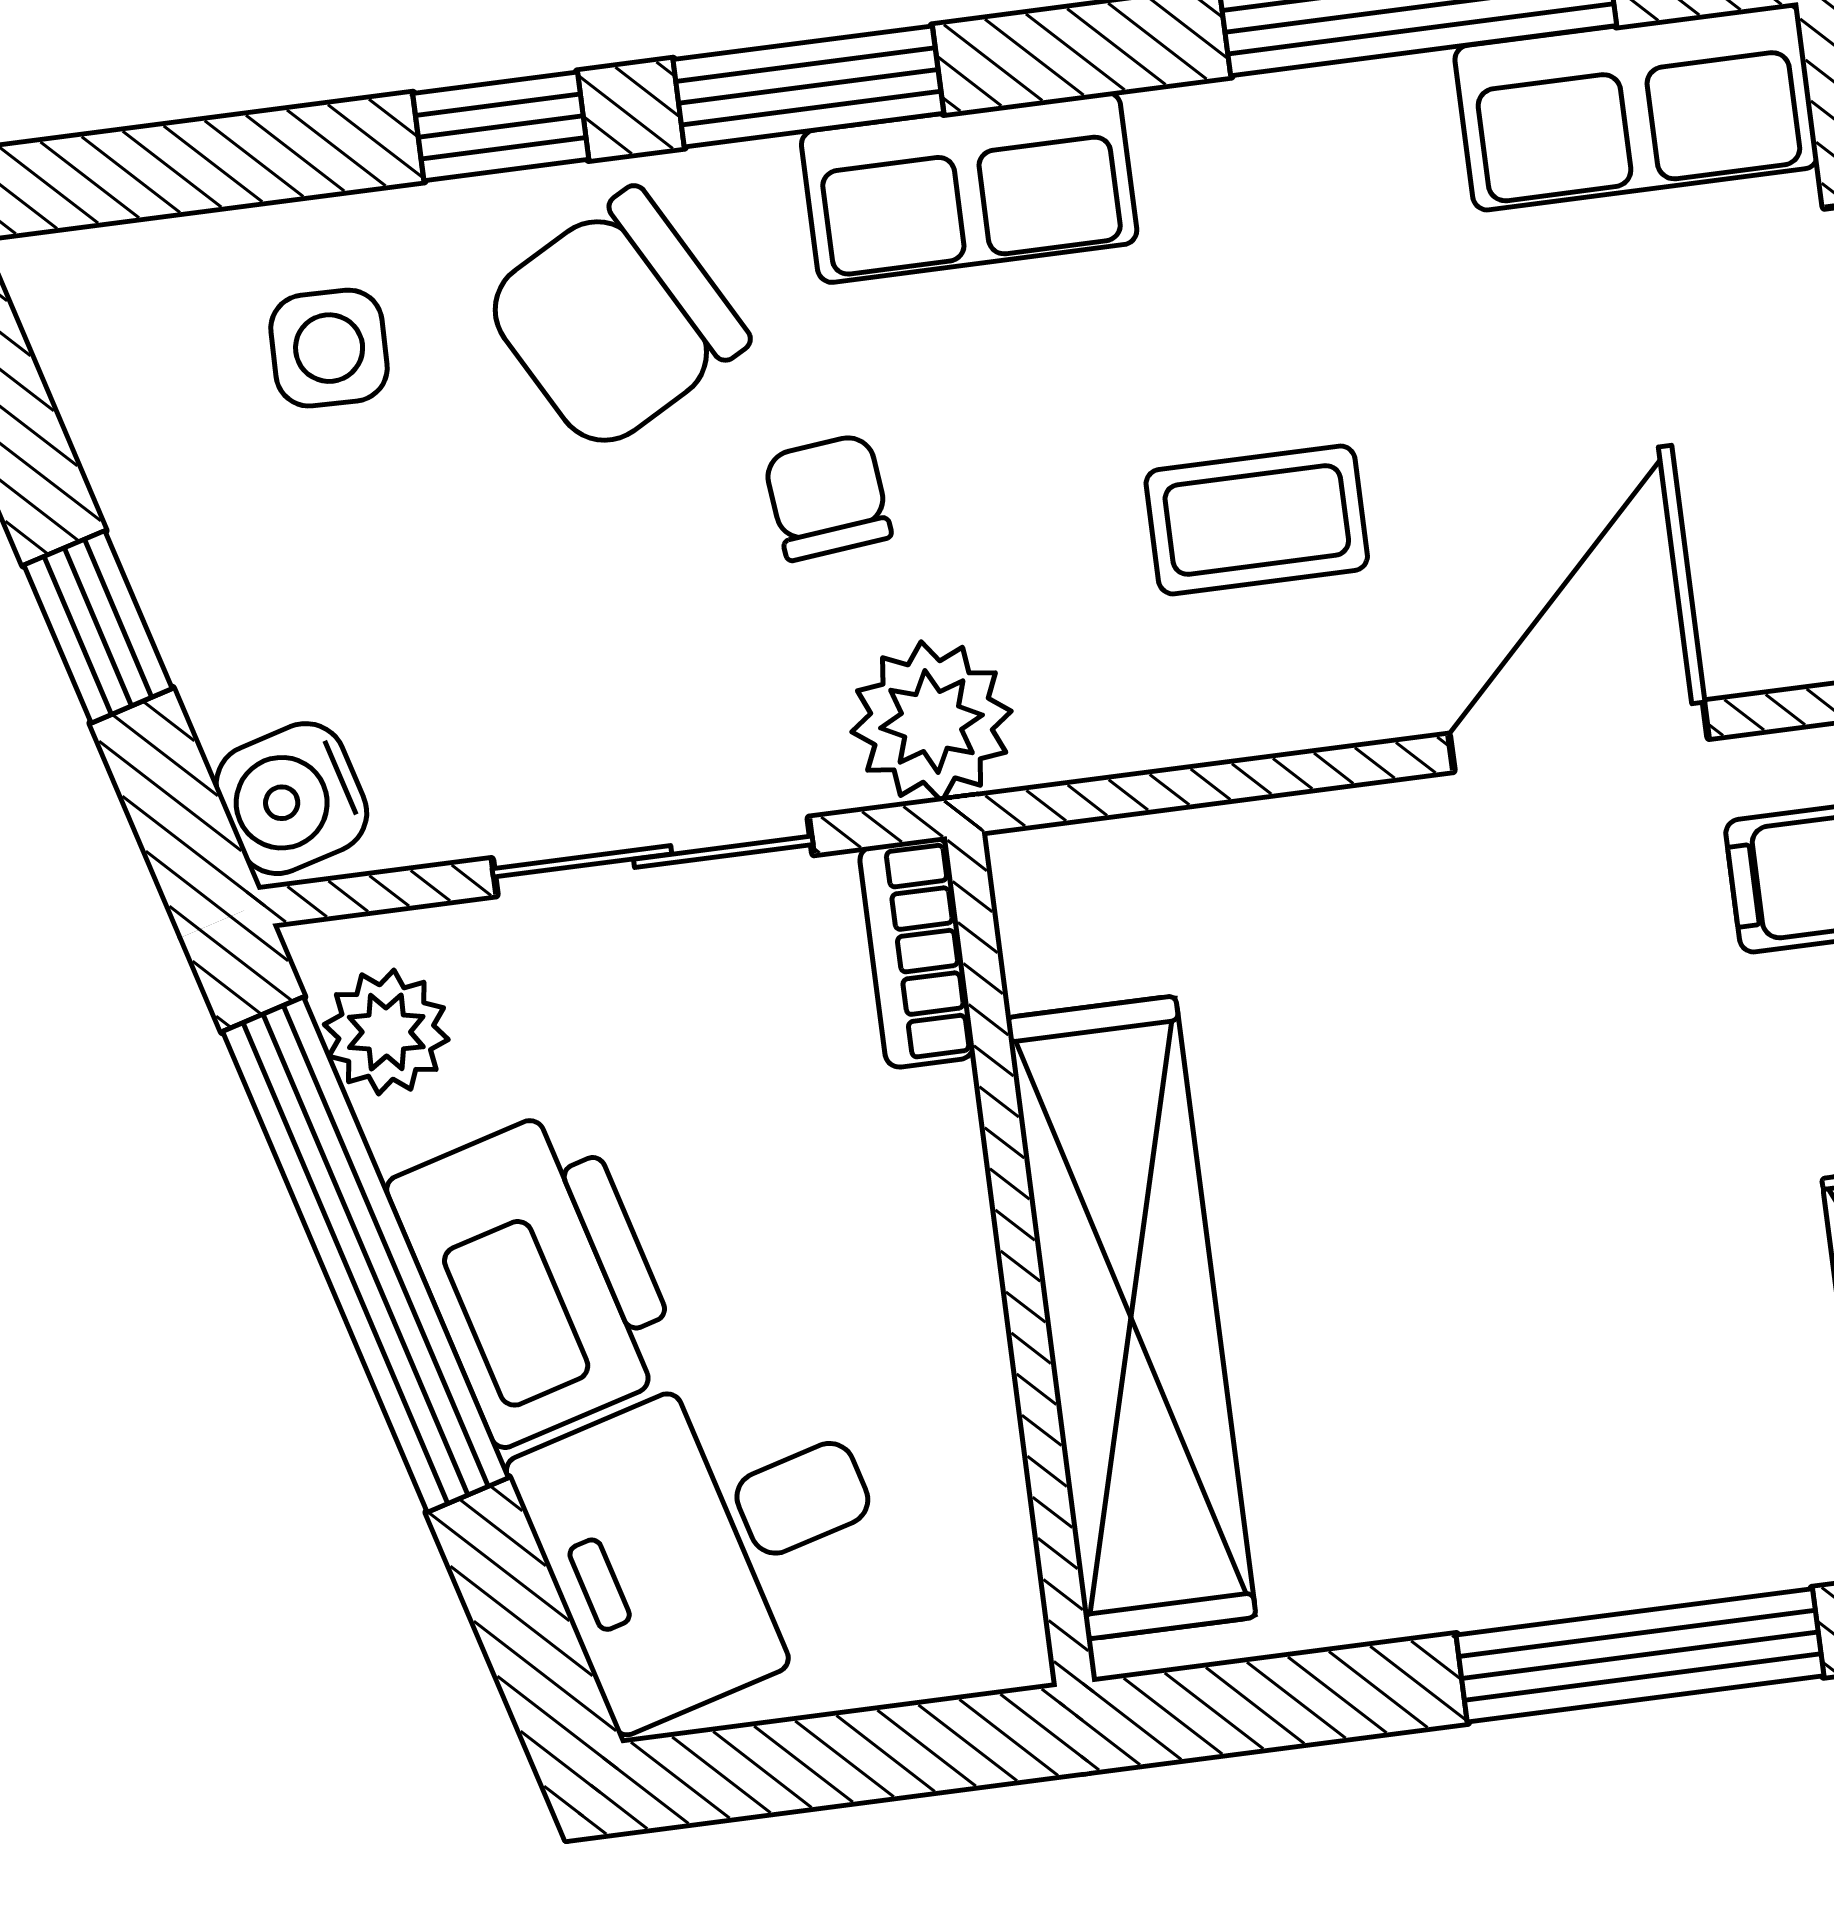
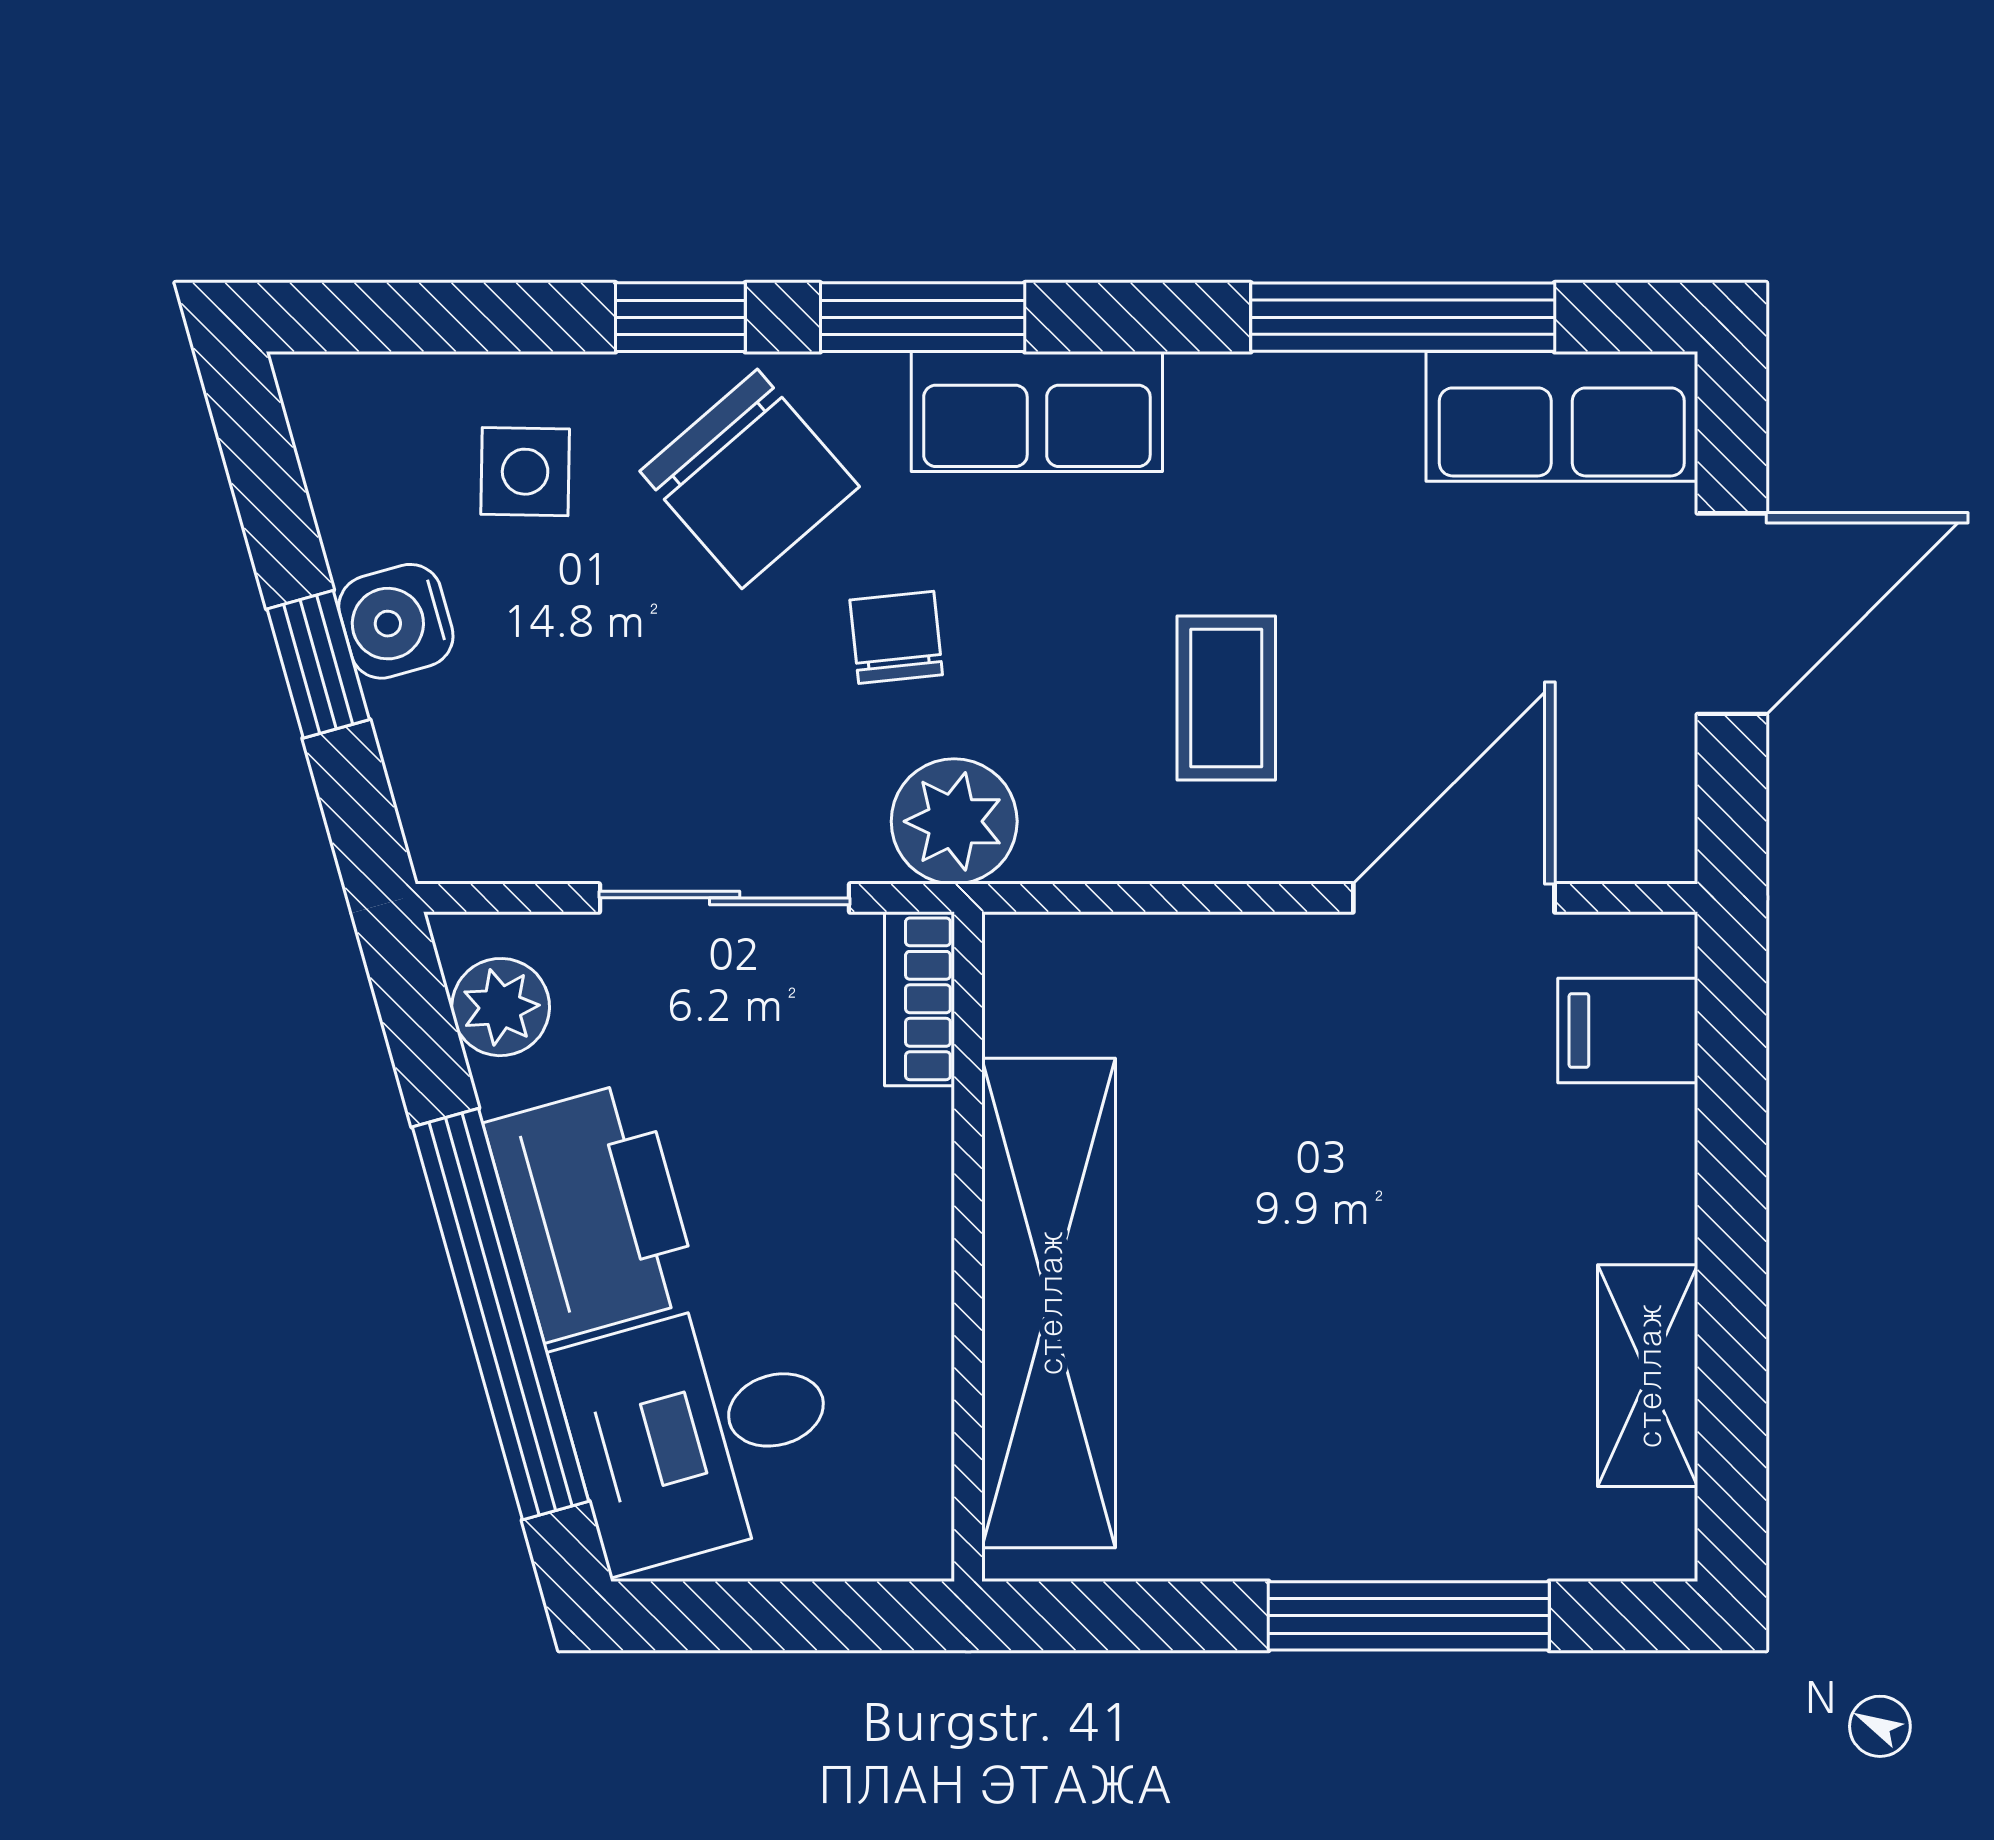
chair: (615, 320) -> (750, 479), turned -102
coffee table: (1257, 520) -> (1226, 698), turned 90
water cooler: (292, 799) -> (396, 621), moved
window: (365, 1255) -> (500, 1314), moved

